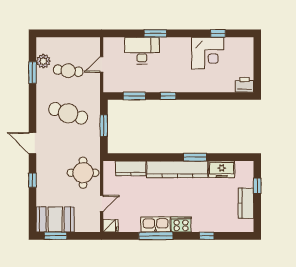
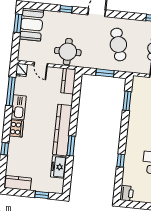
window: (168, 96) -> (121, 161), moved
cafe table: (68, 113) -> (118, 45), turned -33
kitchen counter: (131, 168) -> (68, 81), moved
kitchen counter: (246, 203) -> (18, 183), moved
window: (156, 236) -> (11, 91), moved

